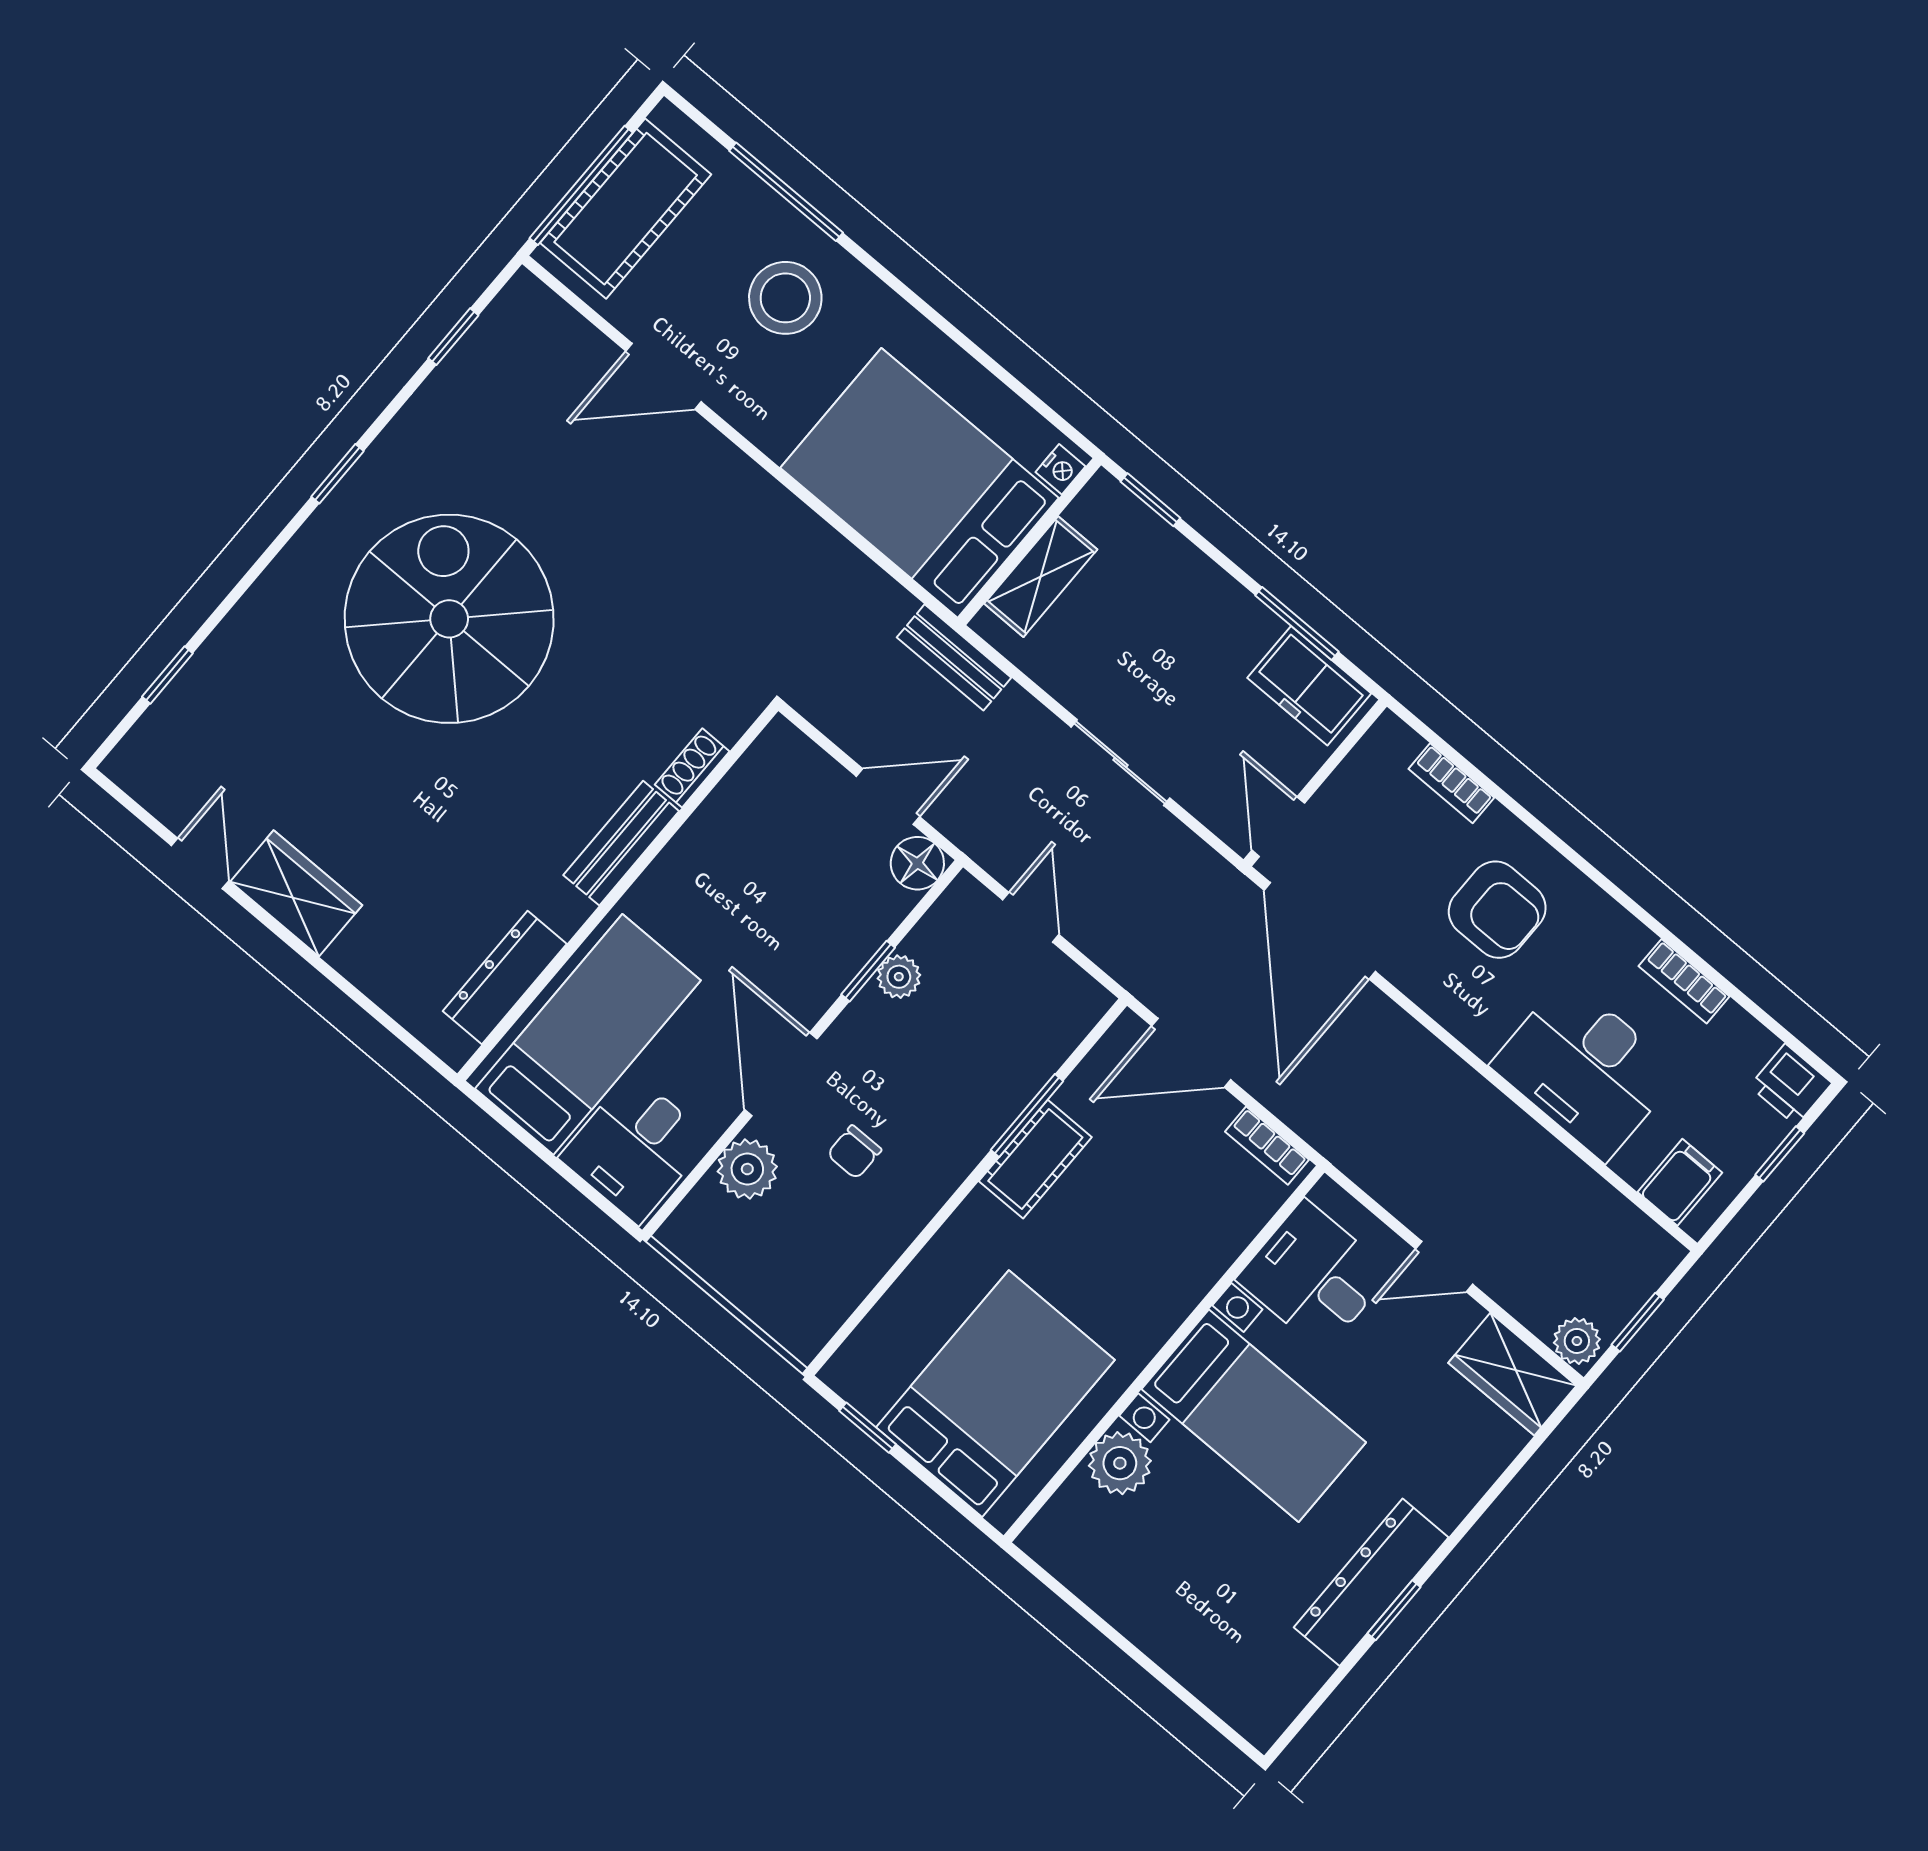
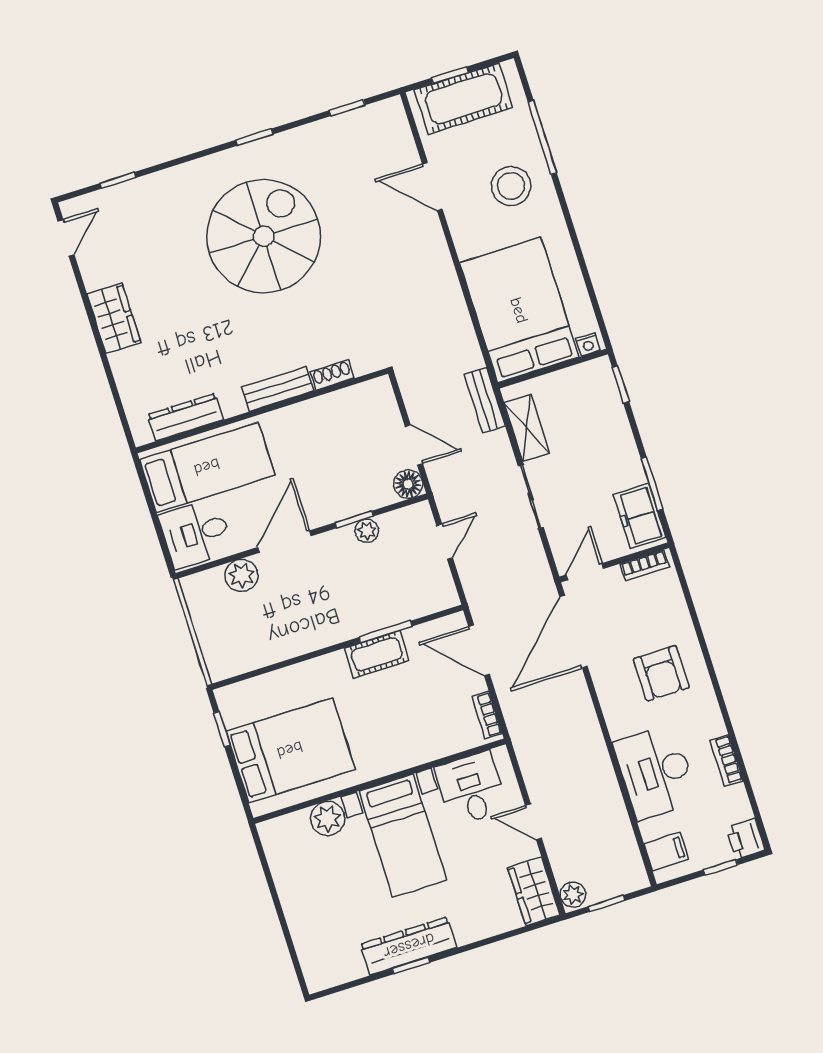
window: (581, 185) -> (450, 75), width x0.46
shelving: (1041, 577) -> (527, 428), moved, turned 90
bookcase: (1451, 783) -> (645, 565), moved, turned -90
door: (200, 863) -> (66, 238), moved
chair: (854, 1152) -> (296, 599), removed

